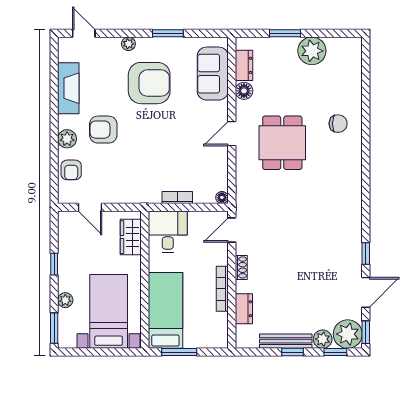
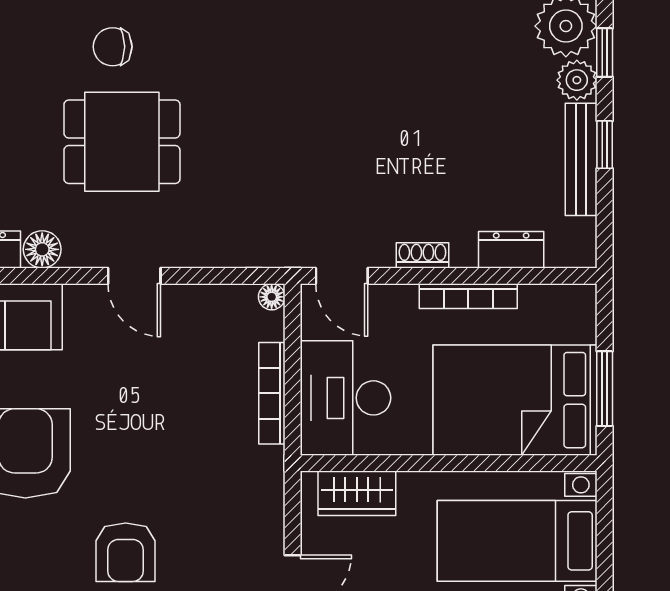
chair: (338, 124) -> (113, 47), turned -90
dining table: (282, 143) -> (122, 142), moved
bookcase: (177, 197) -> (272, 393), width x1.56
desk: (168, 232) -> (345, 398), width x1.37
bed: (165, 310) -> (515, 400), width x1.50

